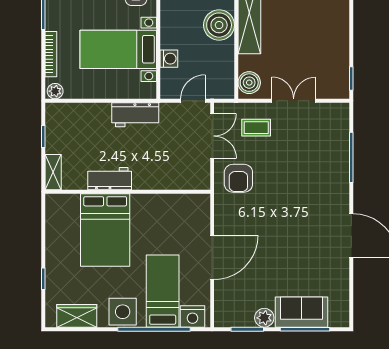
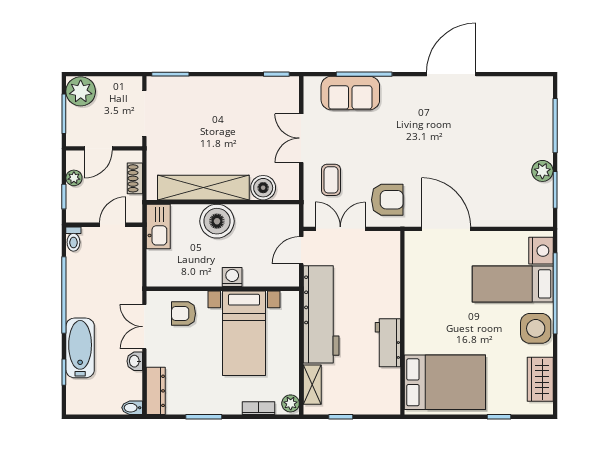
bookcase: (51, 54) -> (258, 408), width x0.64
washing machine: (169, 59) -> (232, 277), moved
boiler: (249, 83) -> (263, 188), moved
door: (193, 101) -> (301, 250), hinge flipped
workbench: (135, 115) -> (321, 314), width x1.88, depth x1.32
shelving: (53, 172) -> (312, 385), moved, turned 90
bed: (105, 230) -> (445, 382), moved
door: (212, 257) -> (446, 229), moved
sofa: (302, 312) -> (350, 93), moved, turned -90

